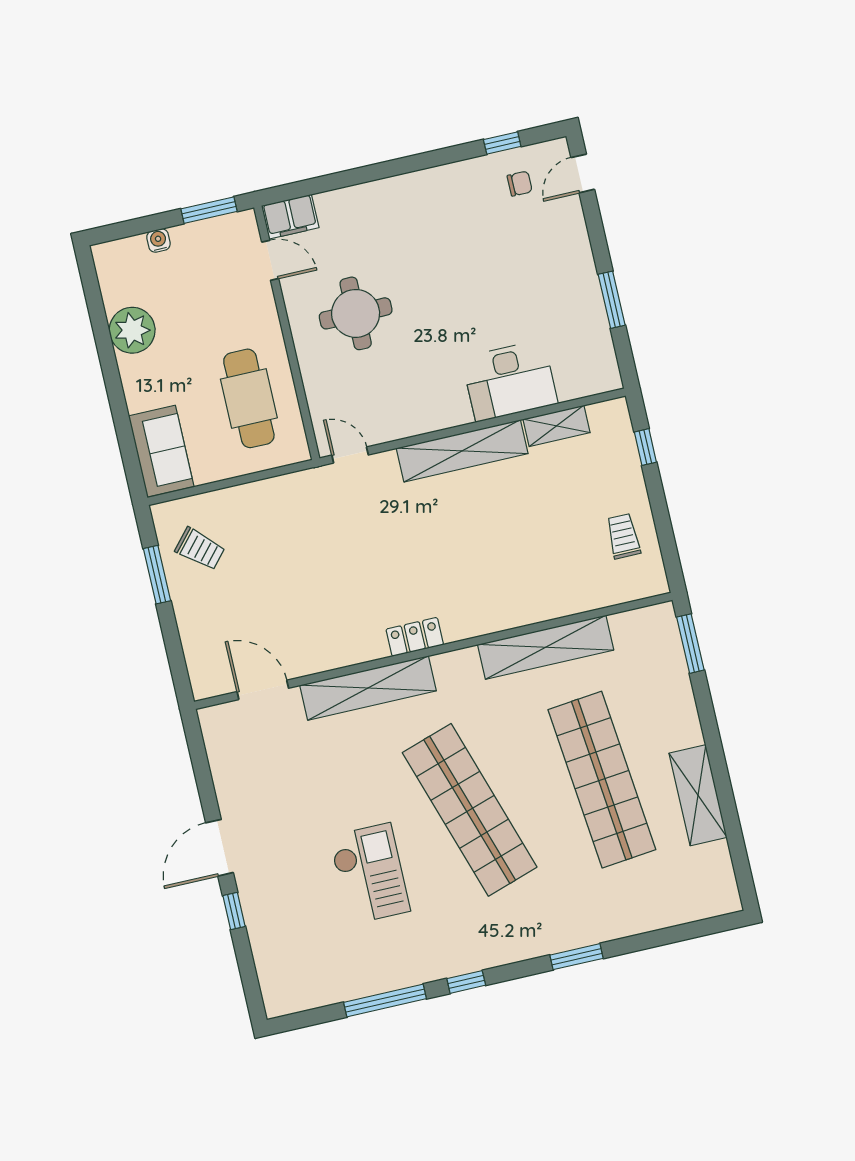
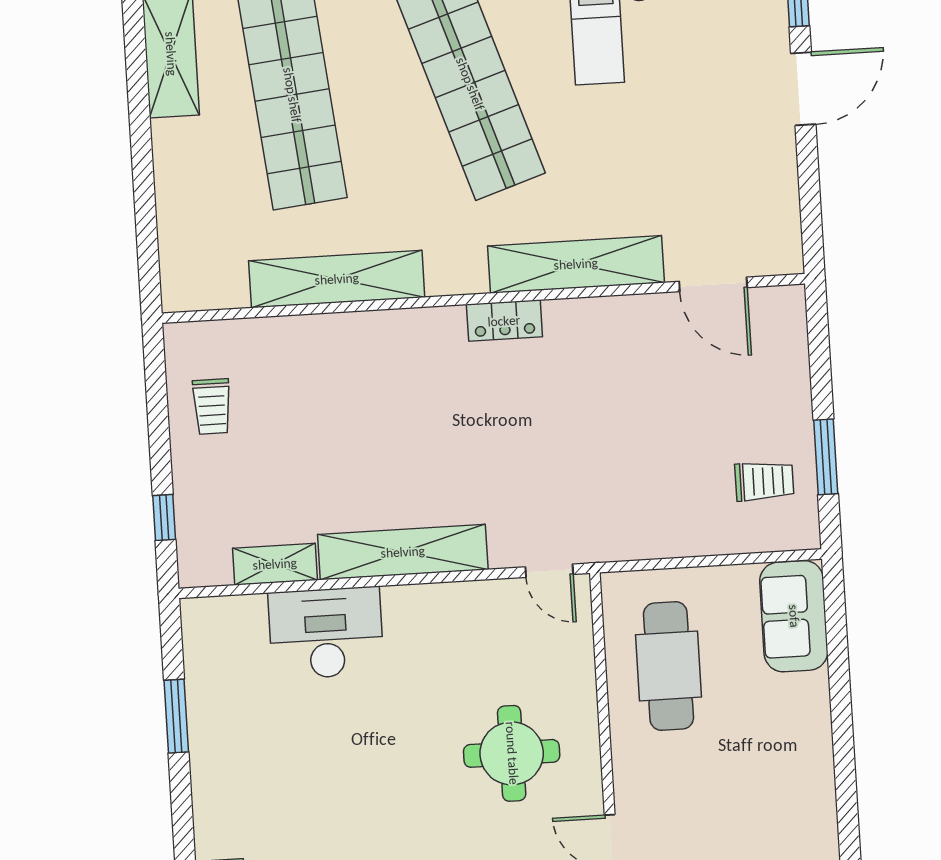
plant: (132, 330) -> (805, 780), removed
trolley: (200, 549) -> (764, 481), turned 139
window: (690, 644) -> (148, 253), removed

